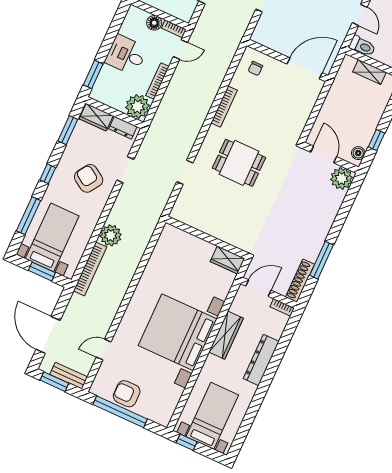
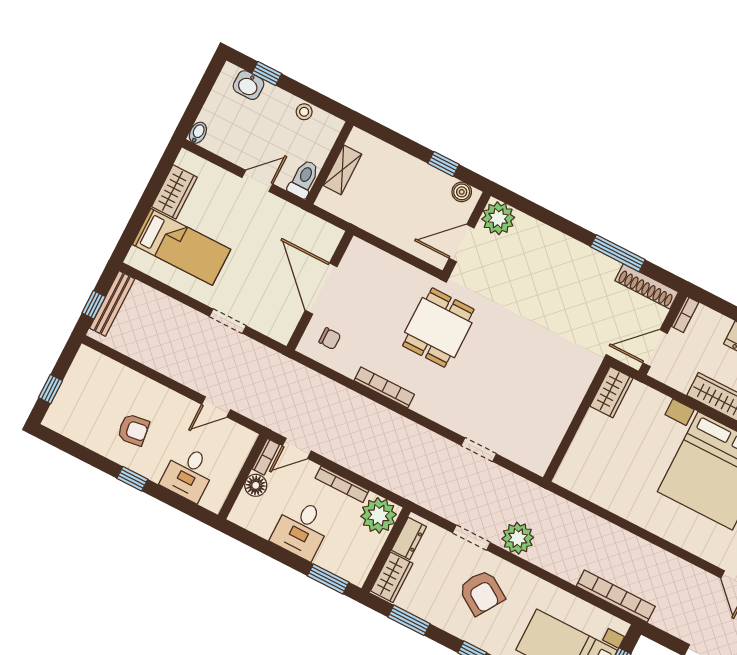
door: (180, 50) -> (297, 448), swing flipped
door: (305, 68) -> (321, 289), moved
dining table: (239, 163) -> (438, 328), moved
armchair: (89, 178) -> (482, 593), turned -90
plant: (111, 235) -> (518, 538), moved
door: (258, 288) -> (655, 348), hinge flipped

